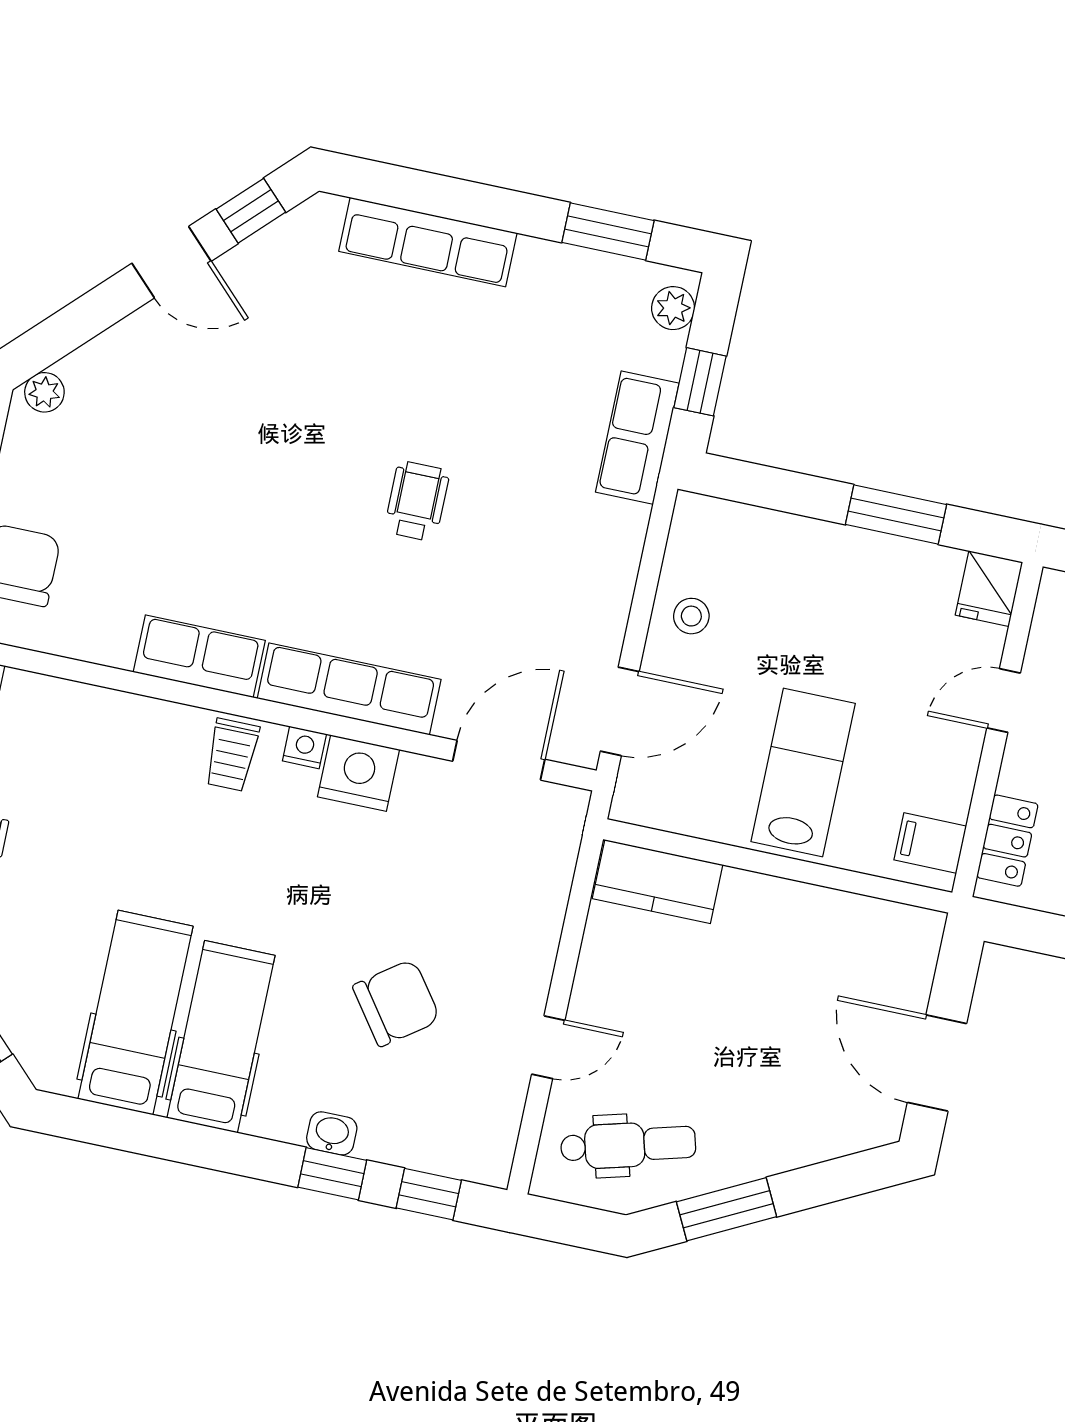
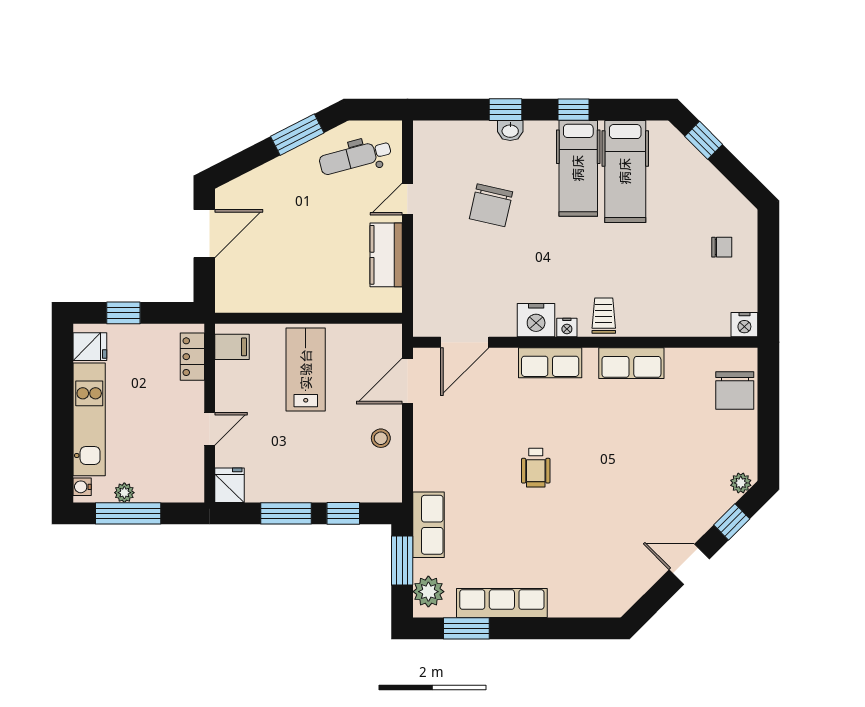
window: (251, 211) -> (732, 522), moved
row of seats: (428, 242) -> (502, 603), moved
plant: (673, 308) -> (428, 592), width x1.38, depth x1.38
window: (700, 382) -> (402, 561), width x1.50
window: (790, 492) -> (343, 513), added
row of seats: (349, 689) -> (550, 363), width x0.68
lab bench: (803, 772) -> (306, 369), turned 180
kitchen counter: (658, 882) -> (386, 255), moved, turned -90
chair: (396, 1003) -> (491, 205), turned -41
door: (937, 1063) -> (204, 234), hinge flipped
window: (429, 1194) -> (573, 110), moved

